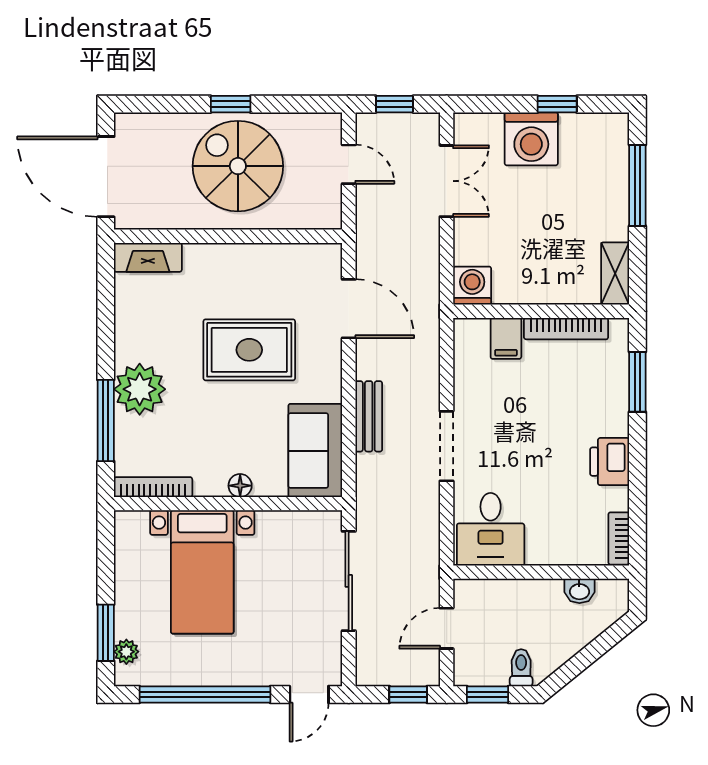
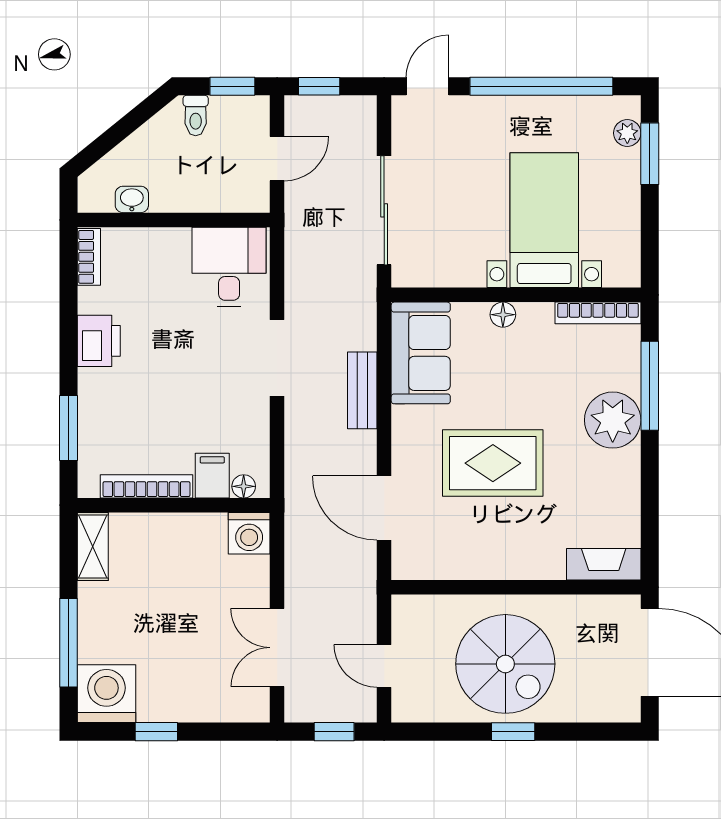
washing machine: (531, 139) -> (106, 694), moved
floor lamp: (477, 328) -> (244, 486), added

